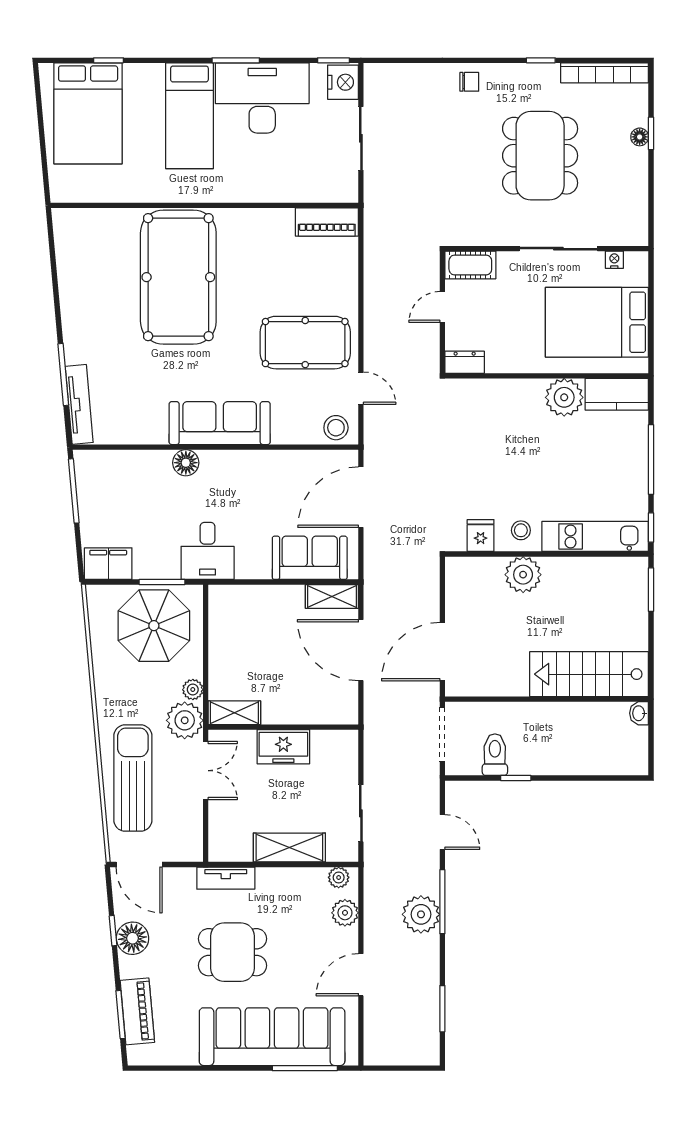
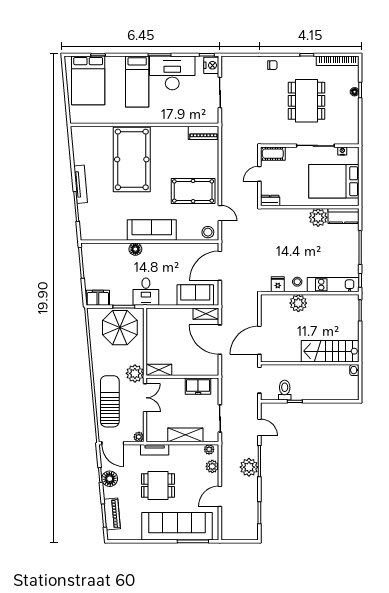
tv unit: (79, 404) -> (81, 184), moved
plant: (193, 690) -> (139, 437), moved
freezer: (283, 747) -> (198, 386), moved

